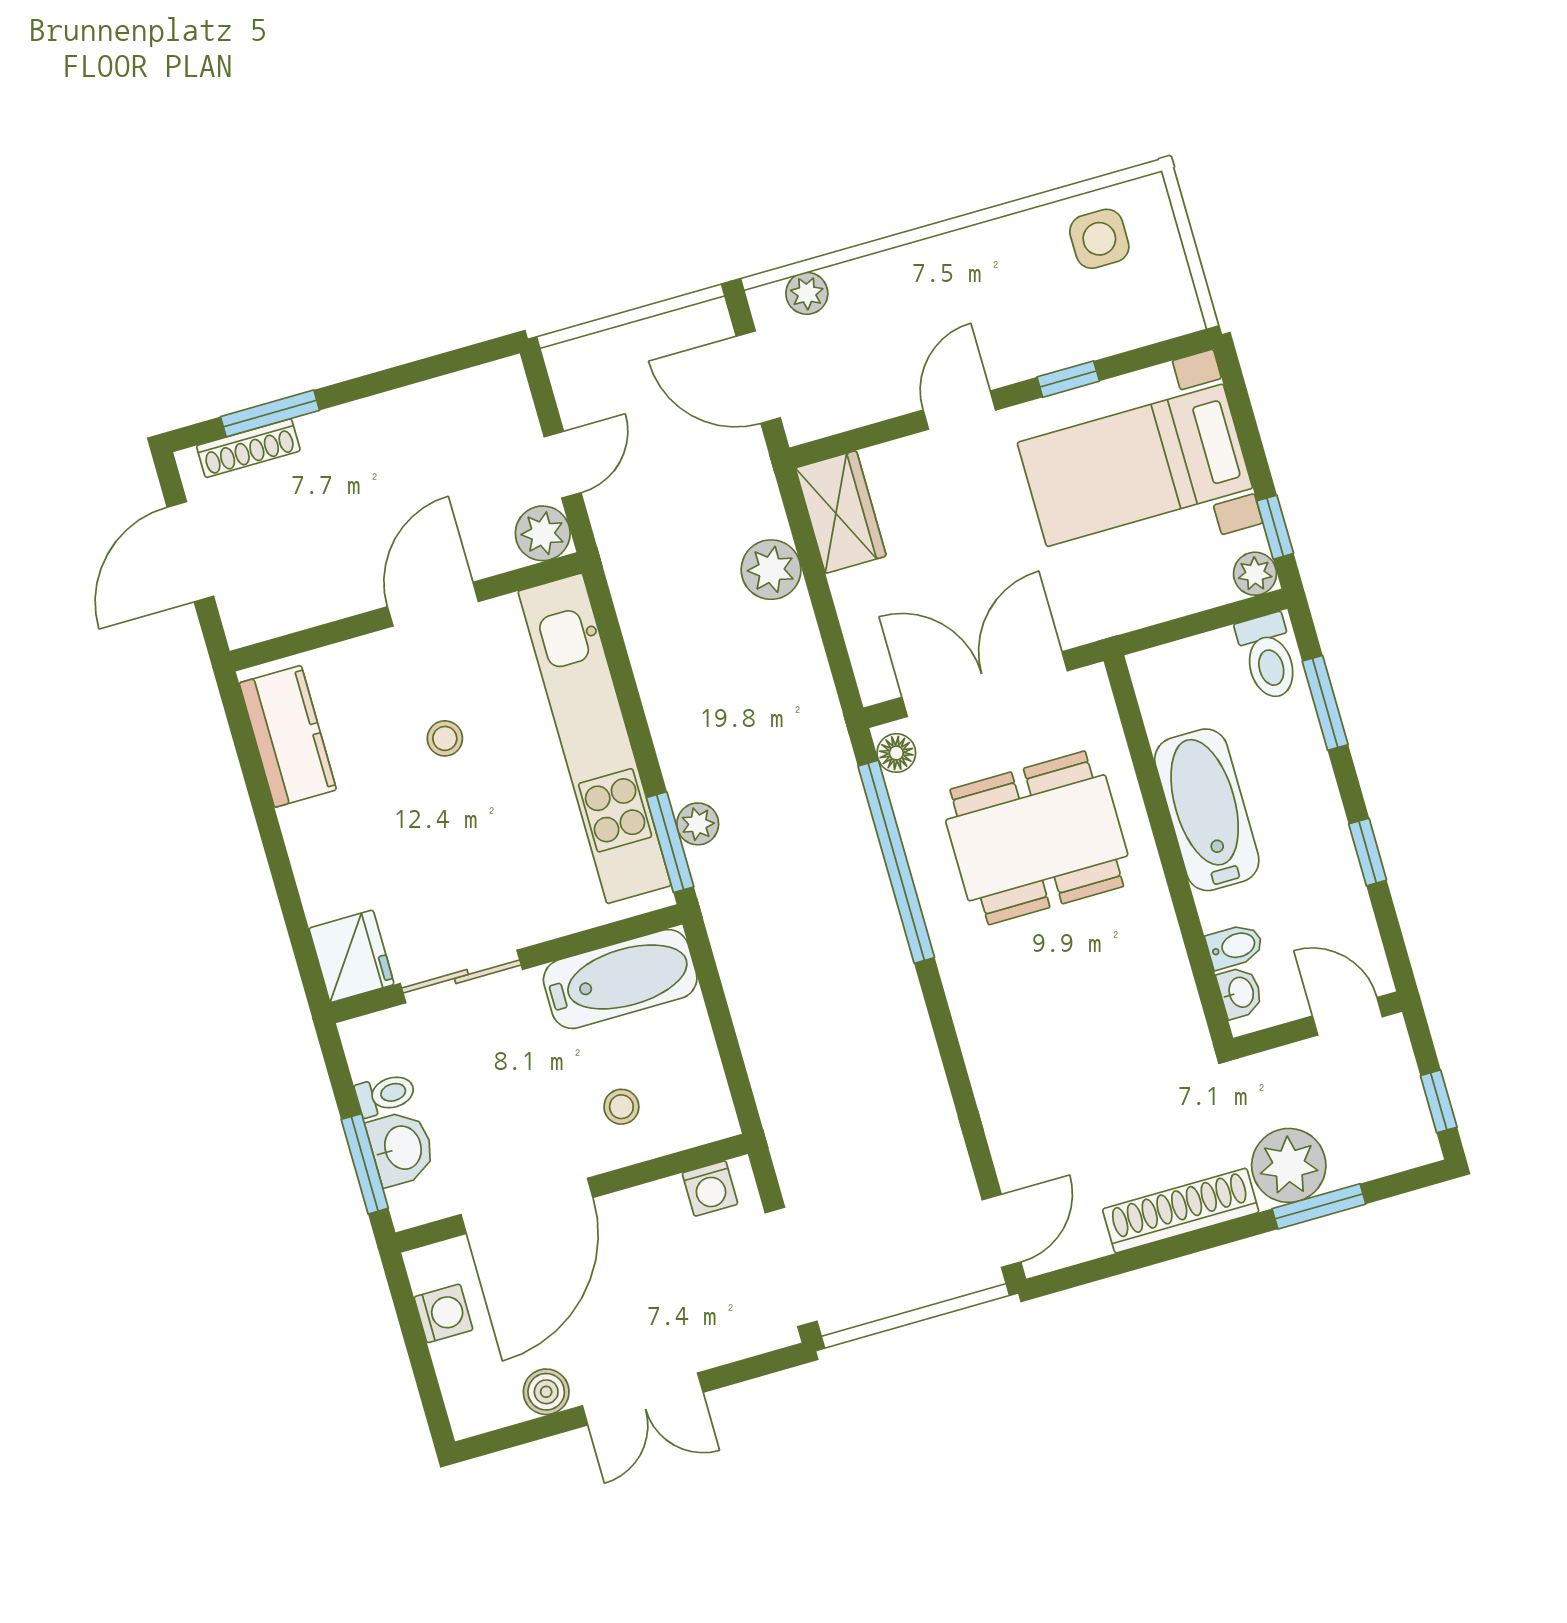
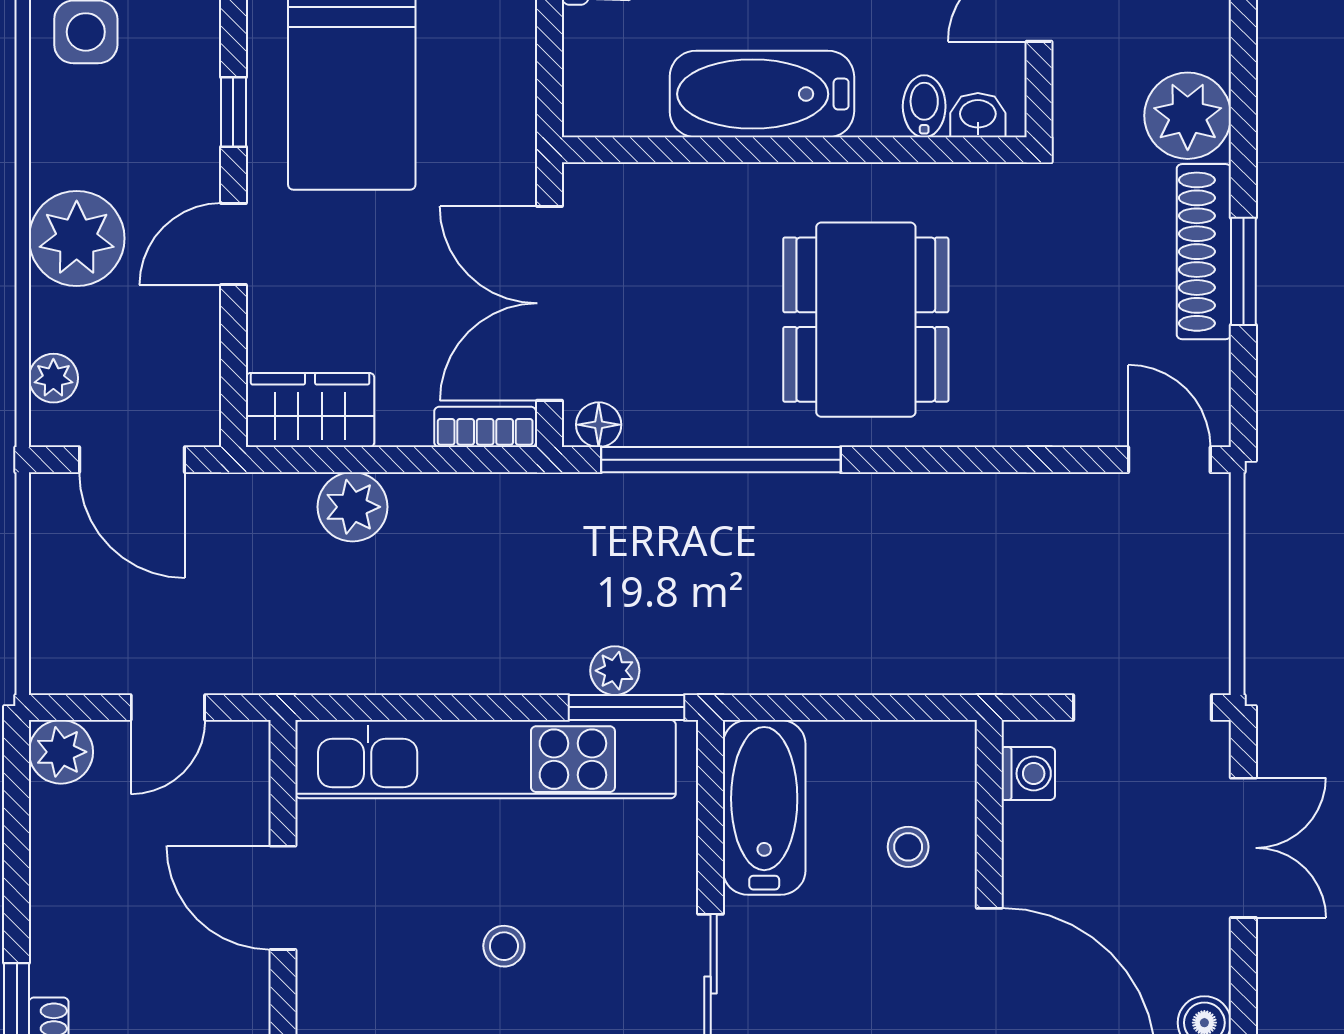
plant: (927, 280) -> (77, 238), added
door: (758, 377) -> (132, 460), hinge flipped
door: (959, 410) -> (233, 244), hinge flipped
door: (563, 465) -> (168, 707), swing flipped
plant: (543, 533) -> (61, 752), moved
bookcase: (868, 660) -> (485, 427), added
stool: (445, 738) -> (504, 946), moved
dining table: (1037, 838) -> (866, 320), moved
window: (1319, 1206) -> (1243, 271), moved
double door: (643, 1399) -> (1243, 848), moved

